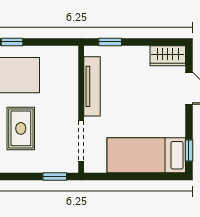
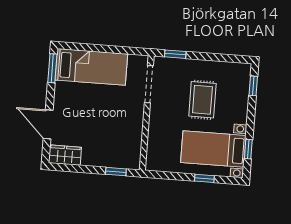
tv unit: (92, 86) -> (135, 133), removed
window: (189, 151) -> (52, 68), width x1.50

